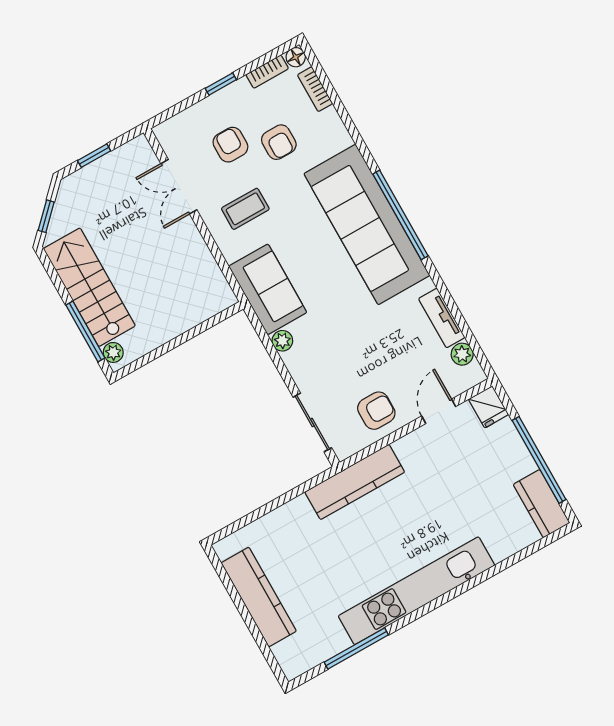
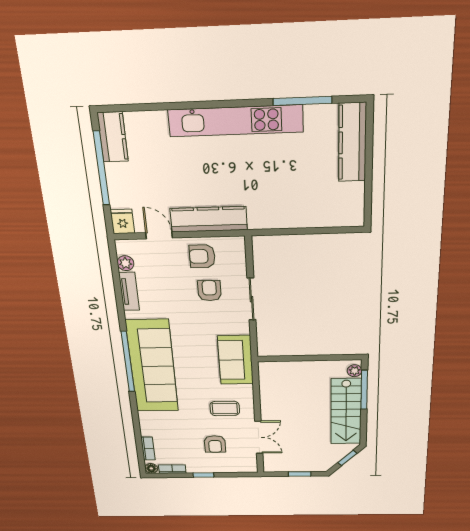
armchair: (279, 142) -> (209, 291), moved
plant: (282, 341) -> (243, 327), removed
door: (439, 411) -> (159, 235), swing flipped
sliding door: (312, 423) -> (251, 299), moved
kitchen counter: (355, 482) -> (209, 219), moved
kitchen counter: (259, 597) -> (352, 142), moved

